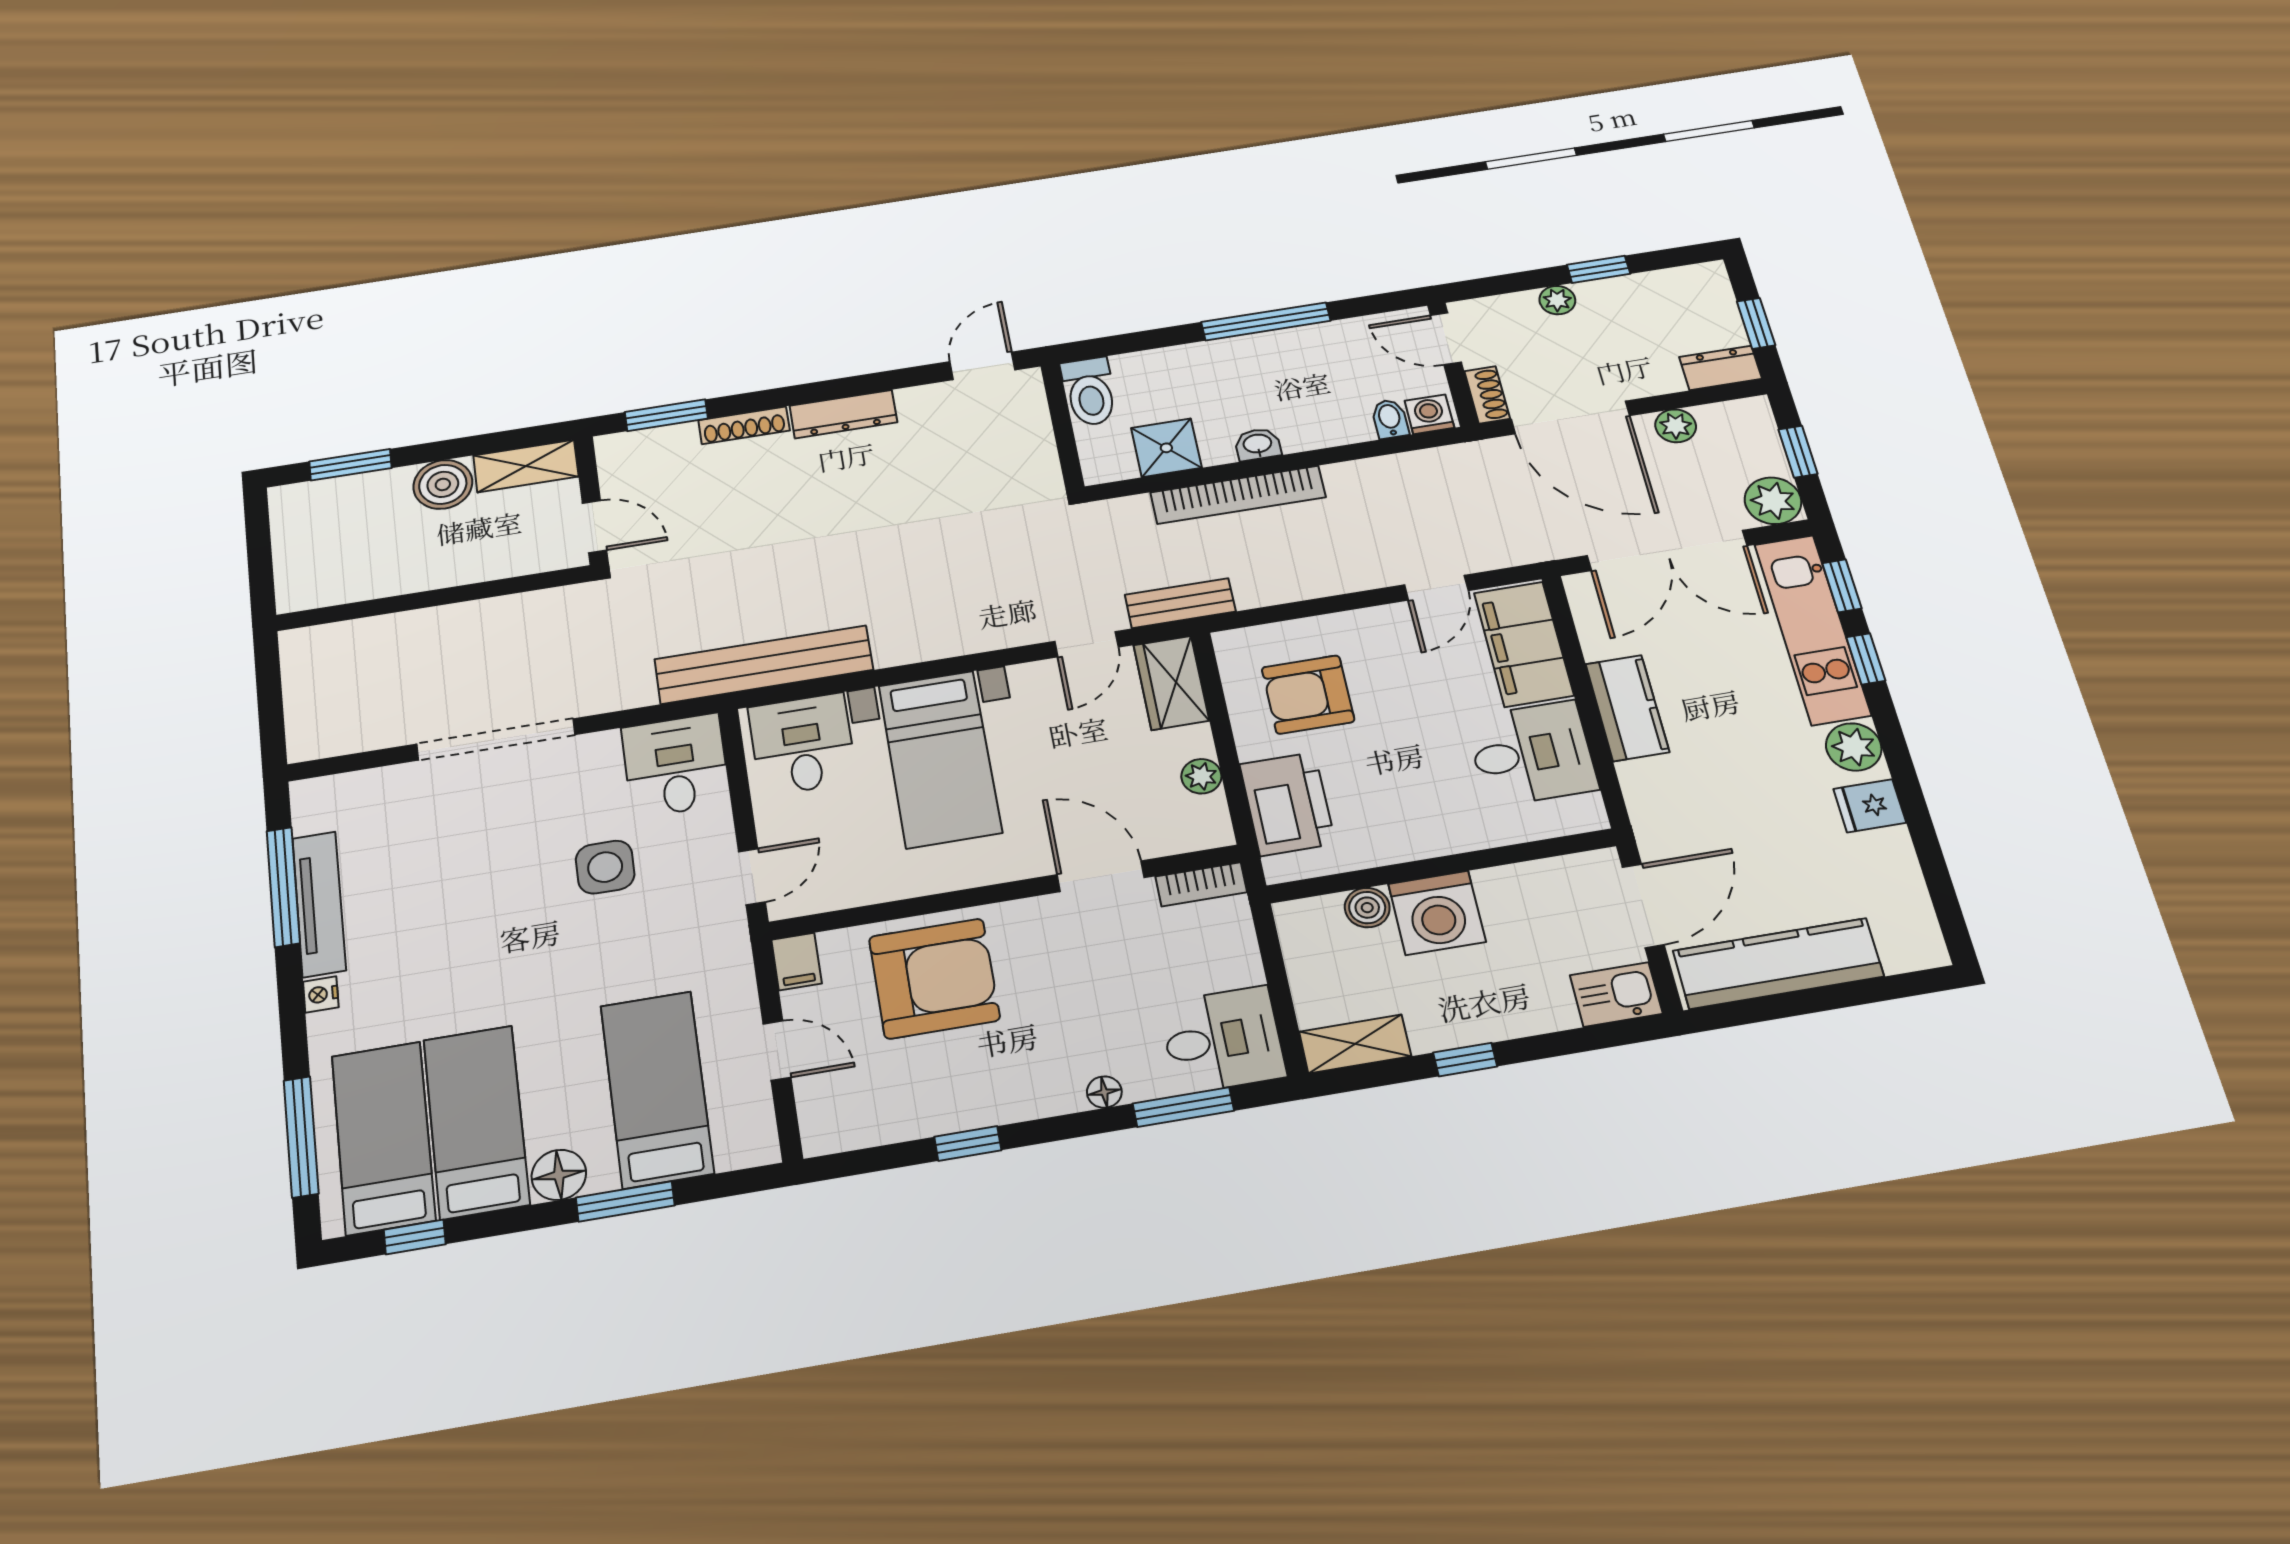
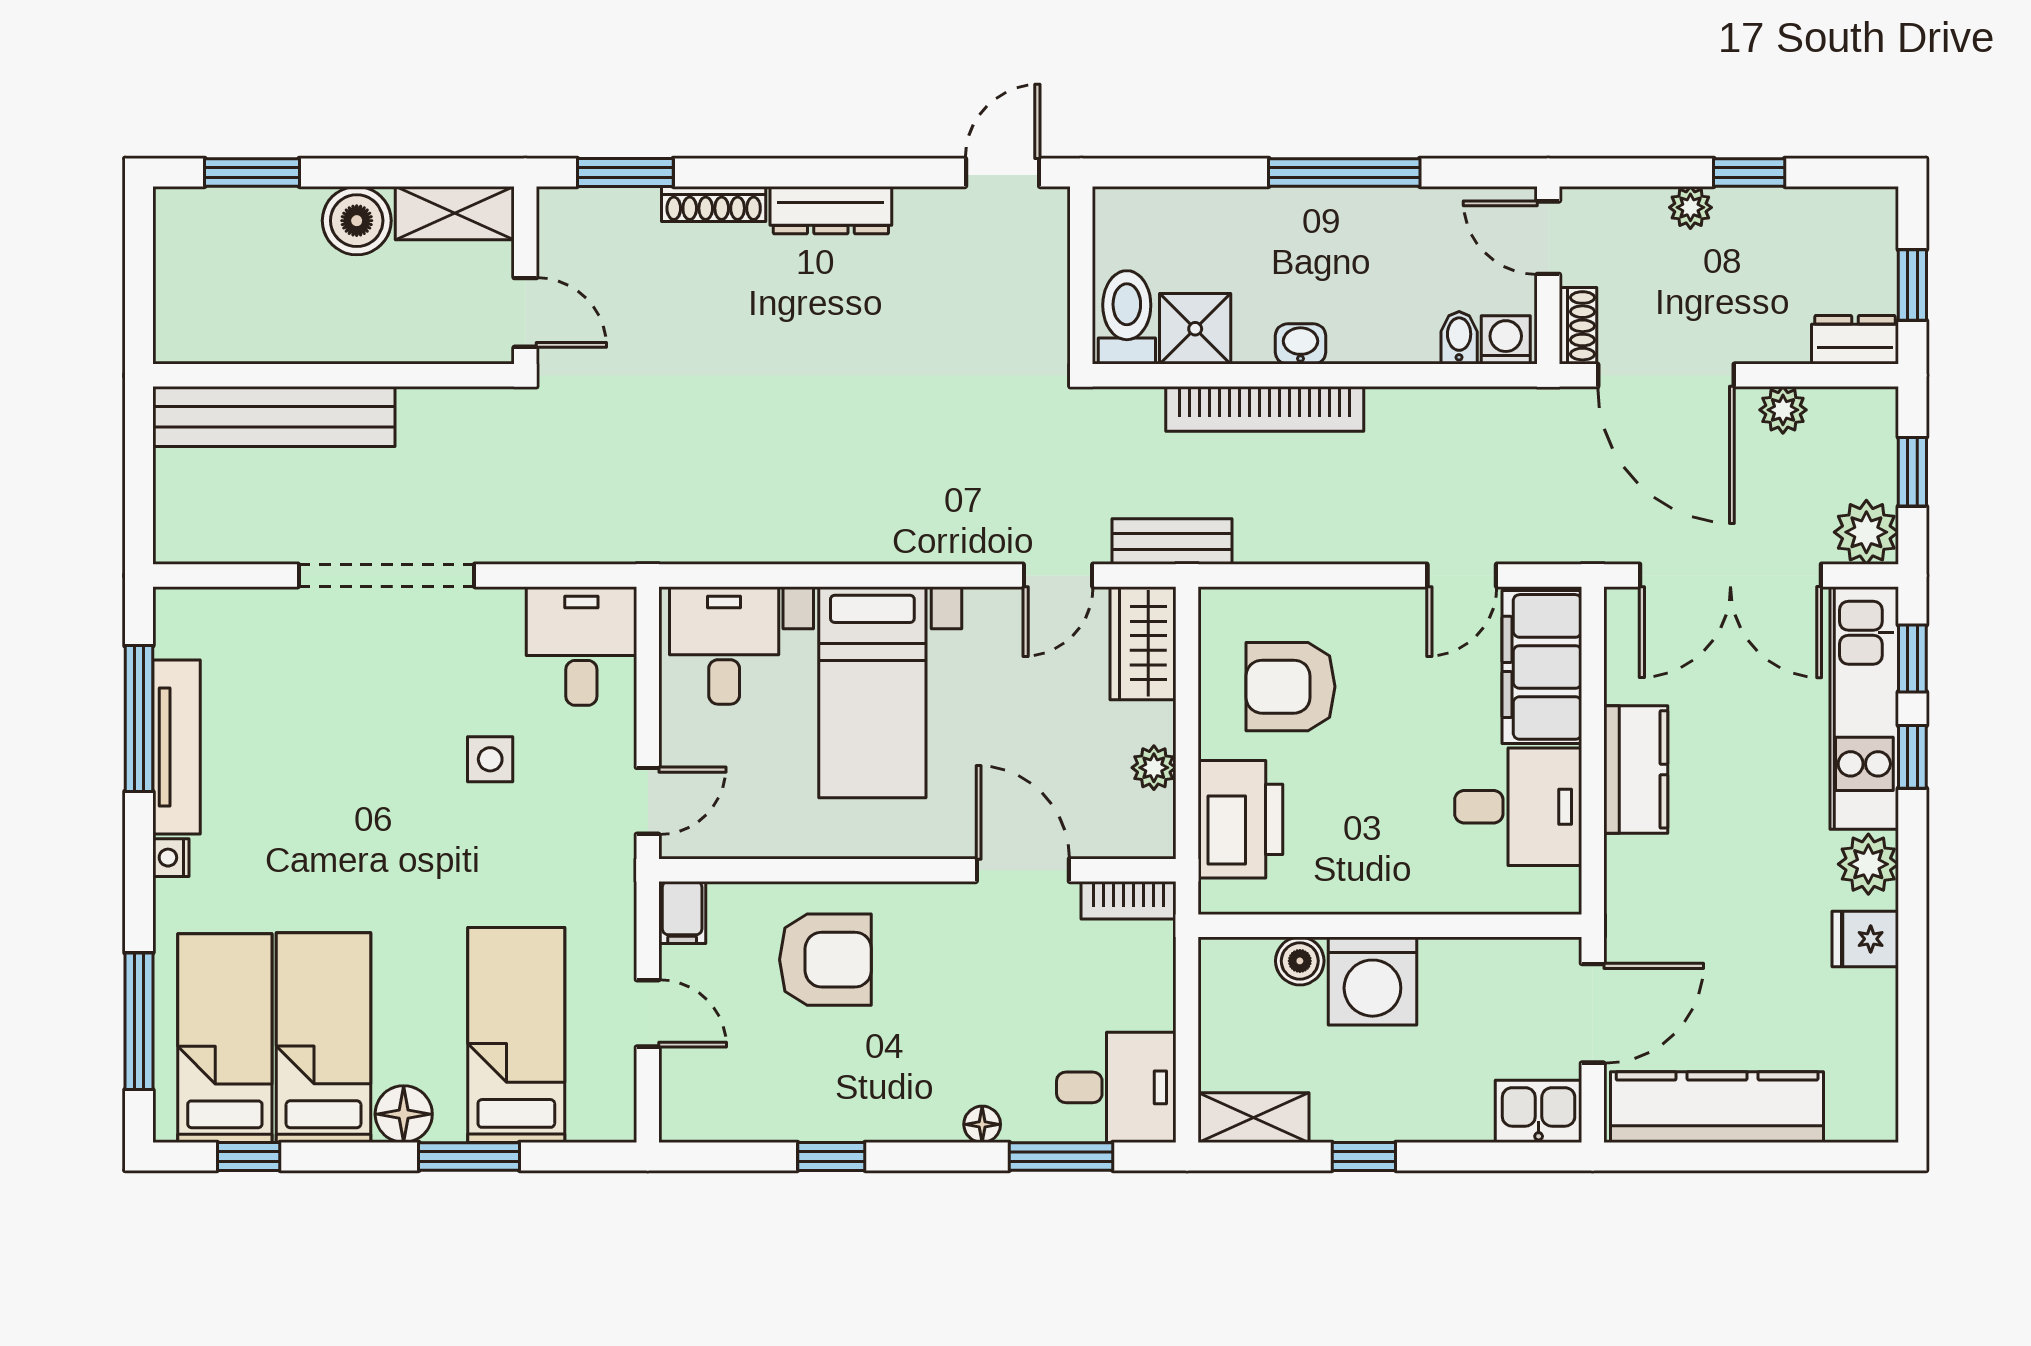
toilet: (1090, 392) -> (1127, 317), moved, turned 180
bench: (764, 665) -> (274, 417), moved
side table: (605, 867) -> (490, 759), width x0.73, depth x0.73
armchair: (934, 978) -> (825, 960), width x0.73, depth x0.73

